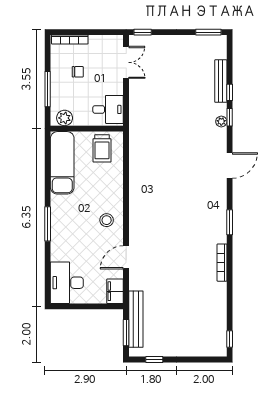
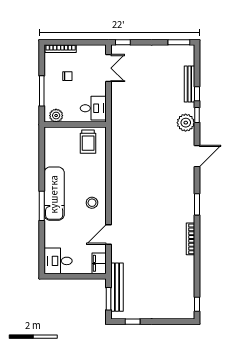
plant: (221, 121) -> (186, 123), width x1.87, depth x1.87
exam couch: (62, 163) -> (54, 194), moved
desk: (67, 283) -> (58, 261), width x0.73

